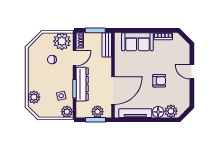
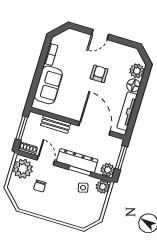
bench: (107, 45) -> (56, 124), moved
plant: (34, 97) -> (75, 219), removed
plant: (97, 112) -> (108, 170), moved

